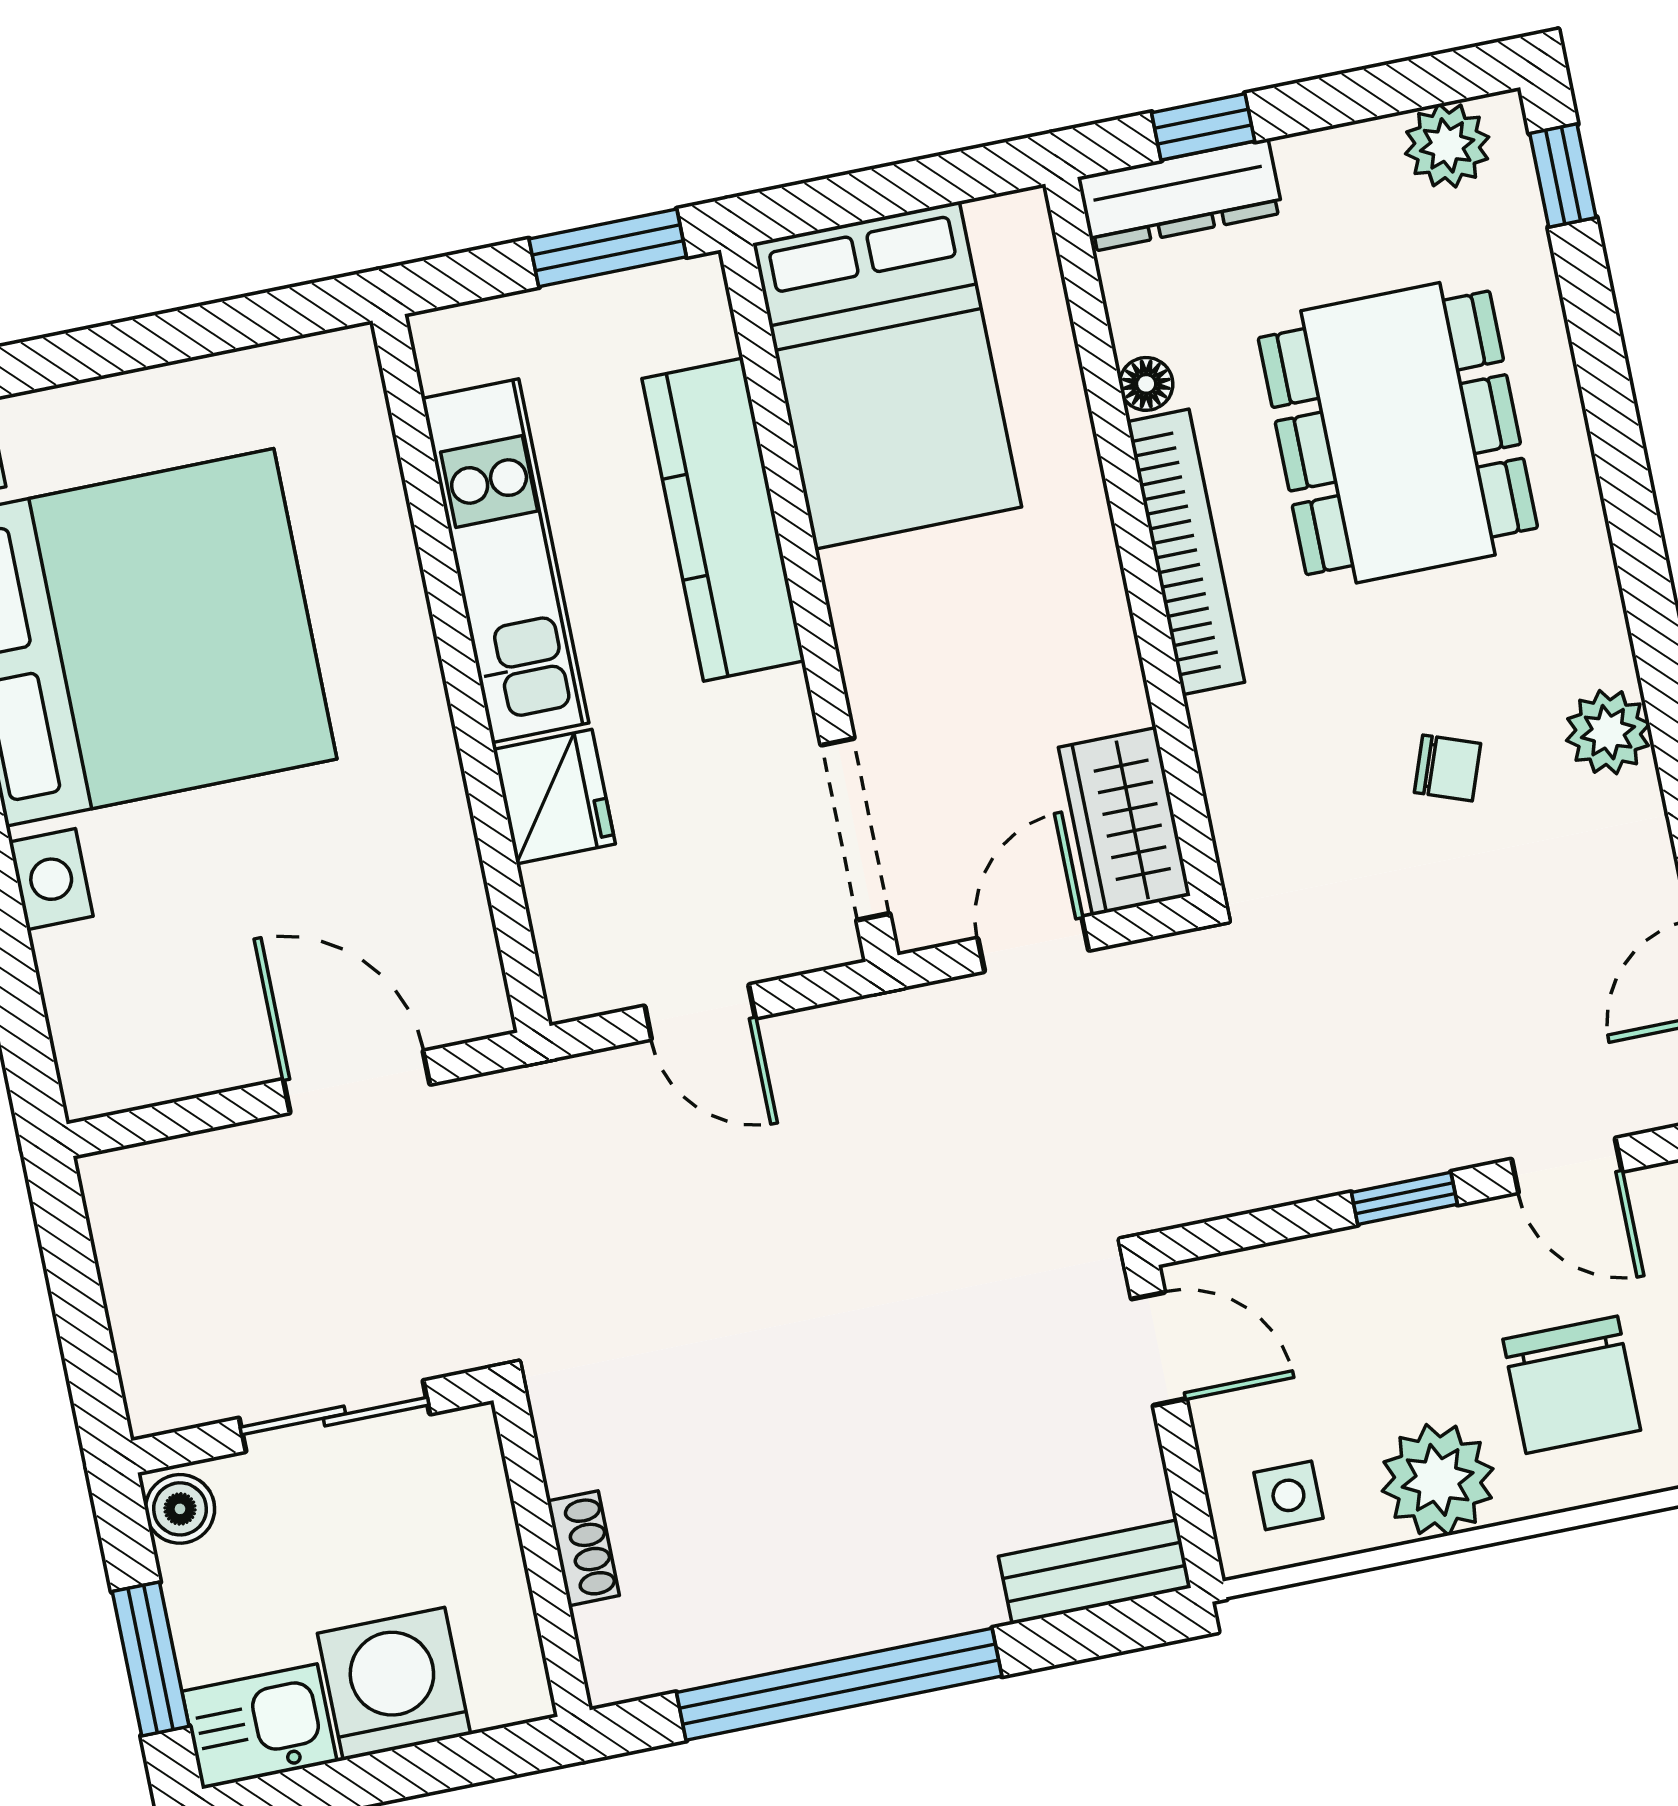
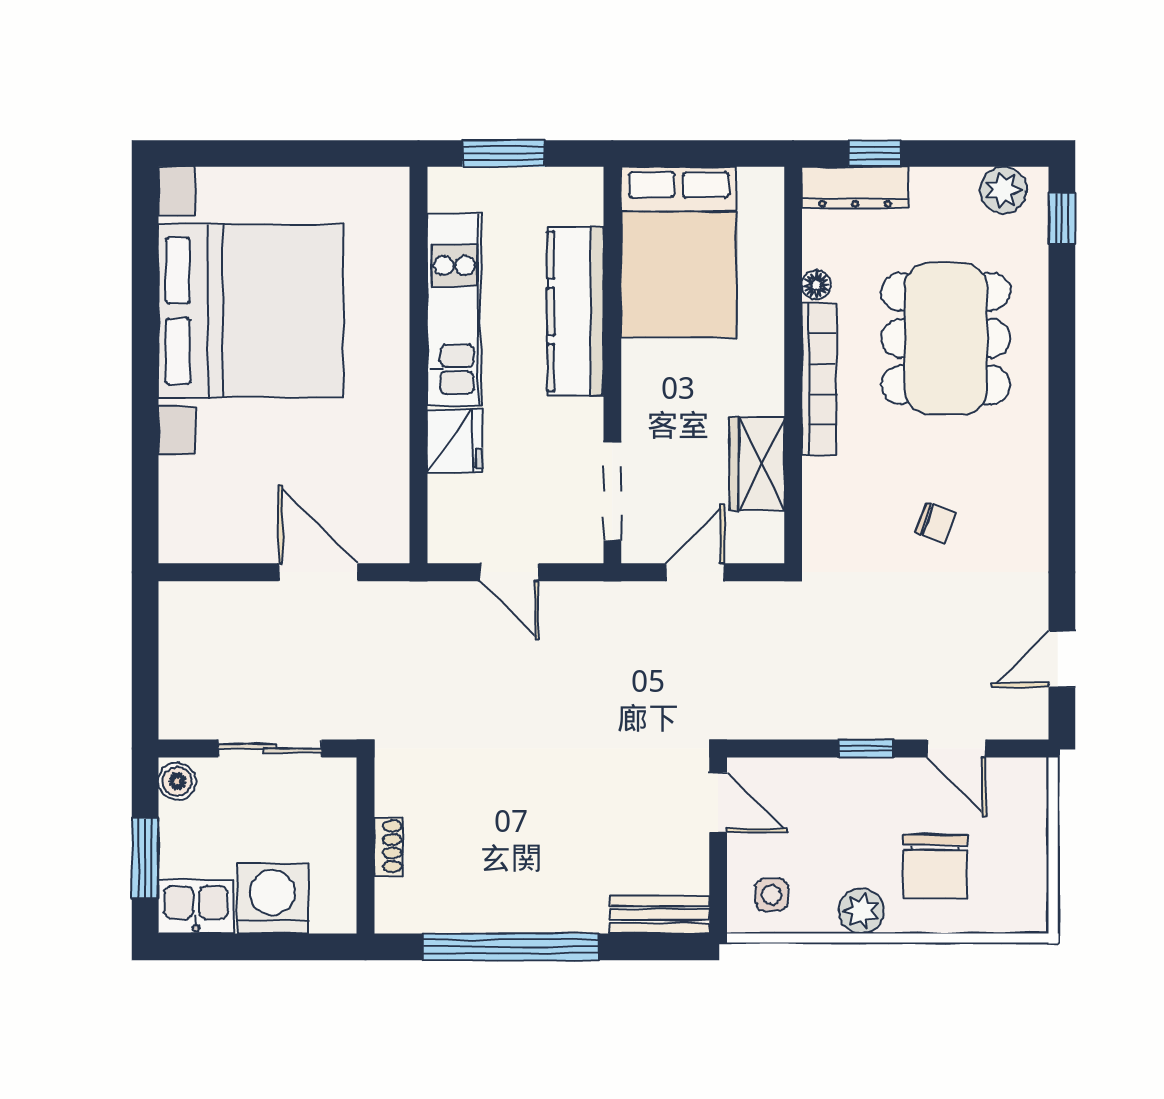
window: (608, 248) -> (503, 153), moved
plant: (1608, 732) -> (1025, 521), removed
wardrobe: (1124, 822) -> (757, 464), moved
plant: (1438, 1480) -> (861, 911), width x0.73, depth x0.73

